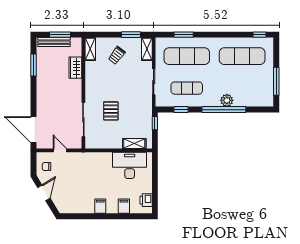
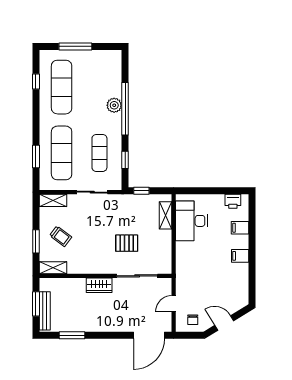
window: (131, 35) -> (36, 241), moved
window: (259, 35) -> (36, 81), moved
wardrobe: (75, 68) -> (99, 285), moved
window: (276, 81) -> (75, 46), moved

